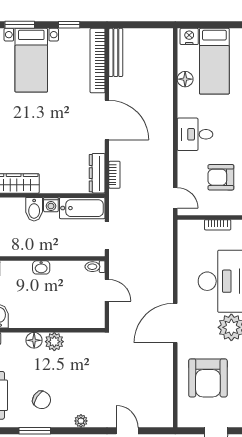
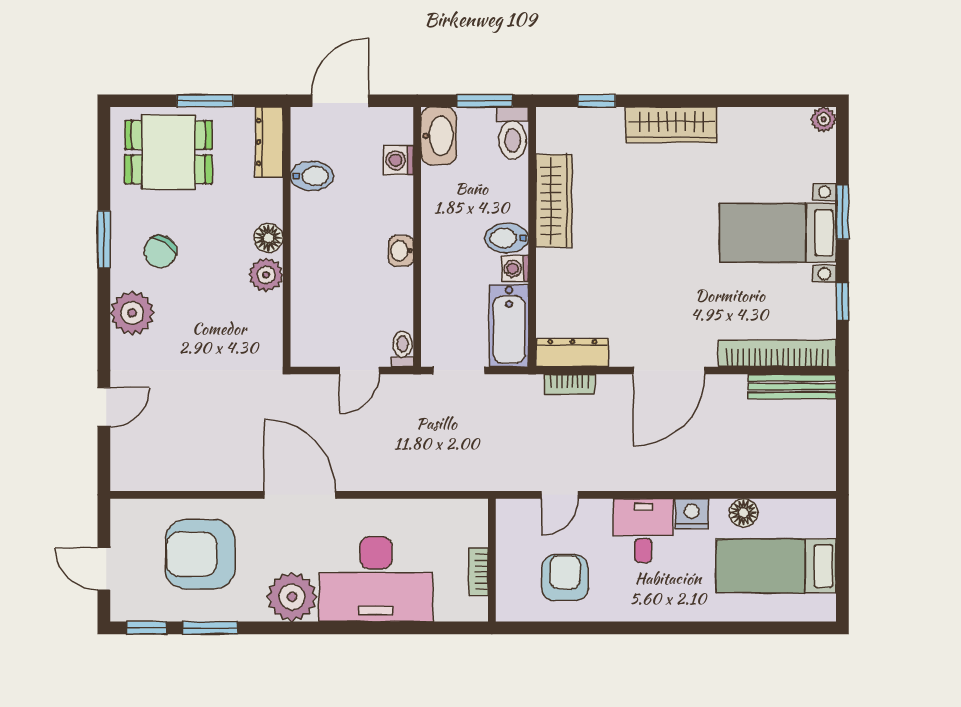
nightstand: (189, 36) -> (692, 514), moved, turned -90
door: (175, 198) -> (560, 495), moved
plant: (81, 421) -> (132, 313), width x1.88, depth x1.88

